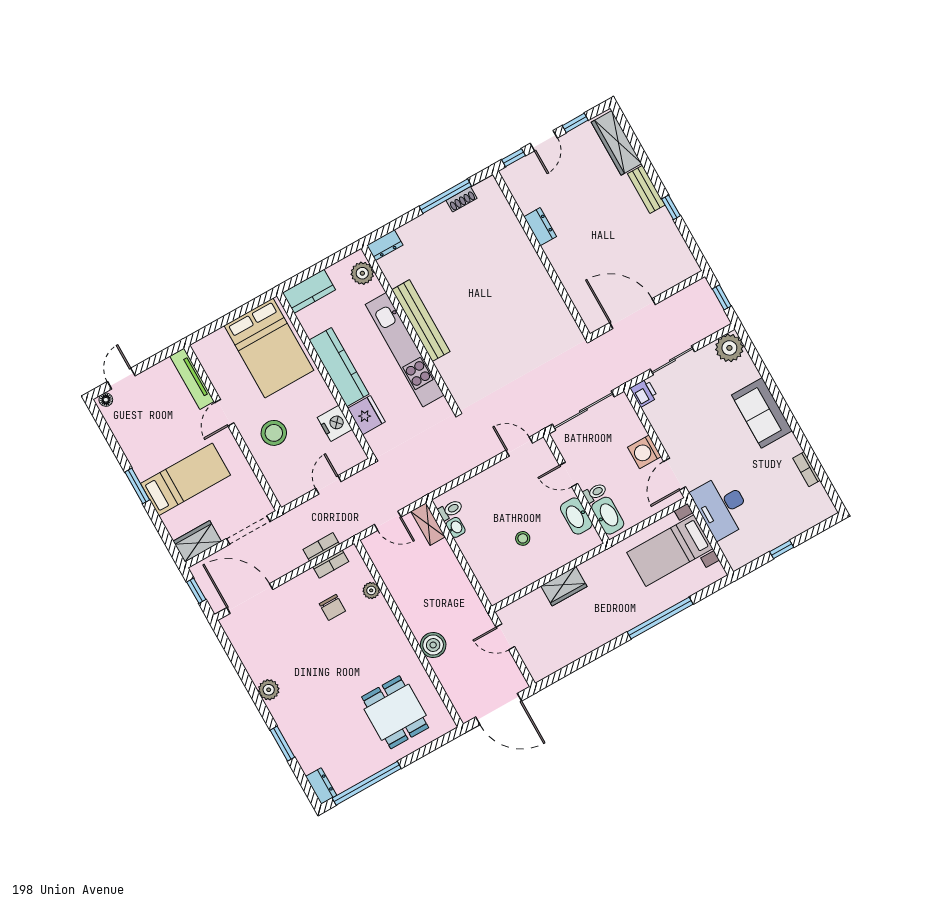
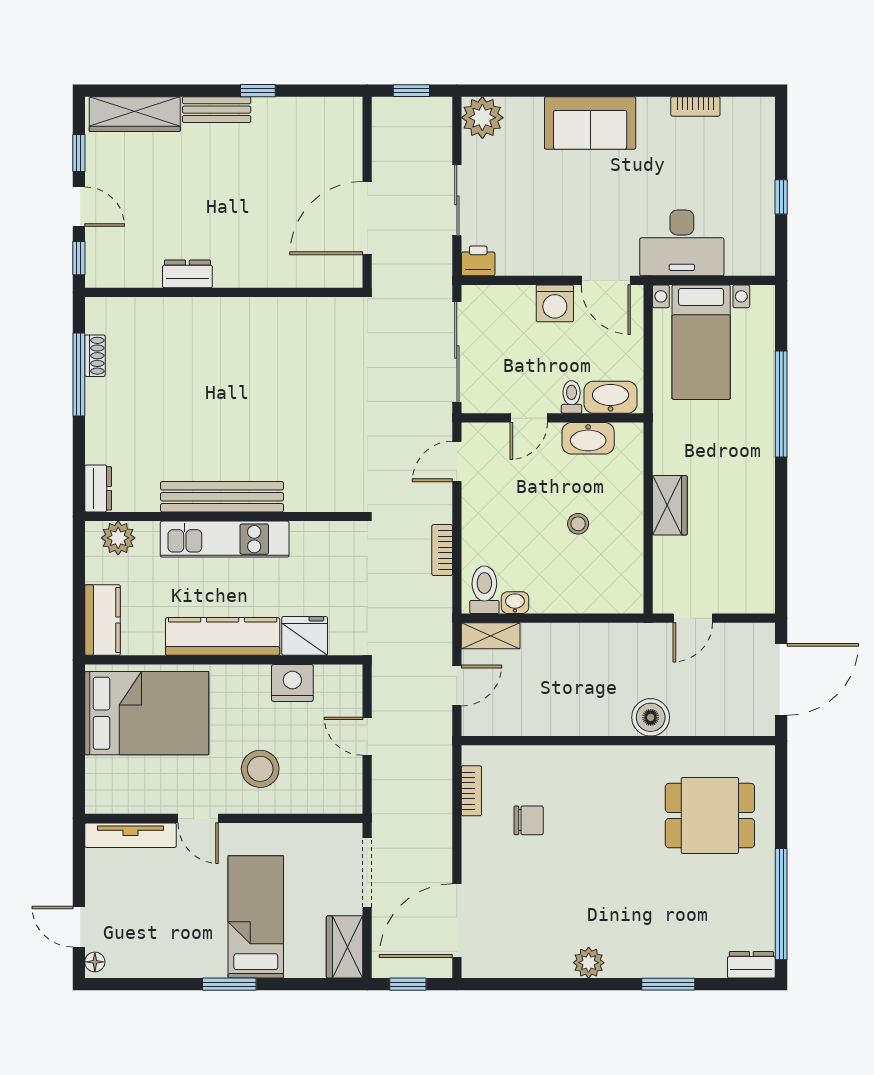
kitchen unit: (405, 350) -> (225, 539), width x0.73
toilet: (450, 510) -> (484, 590), width x1.37, depth x1.39
bookcase: (321, 547) -> (442, 550), moved
plant: (371, 590) -> (535, 758), removed

